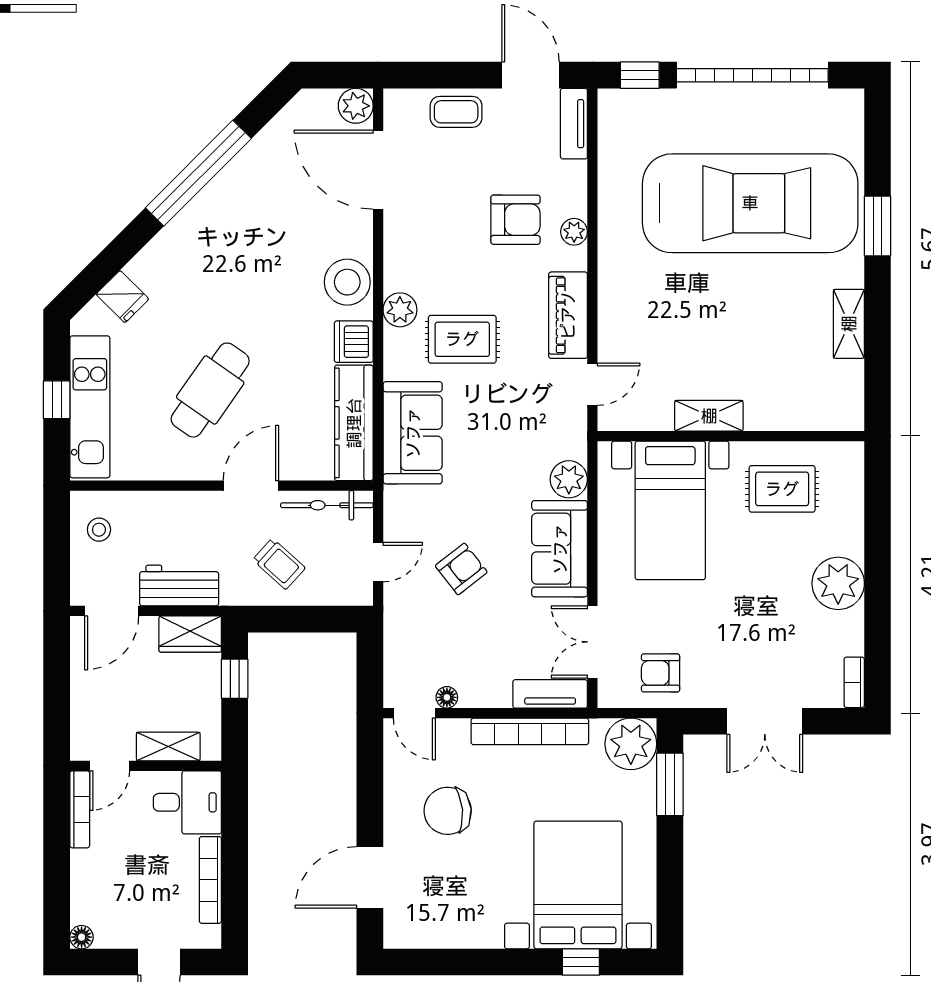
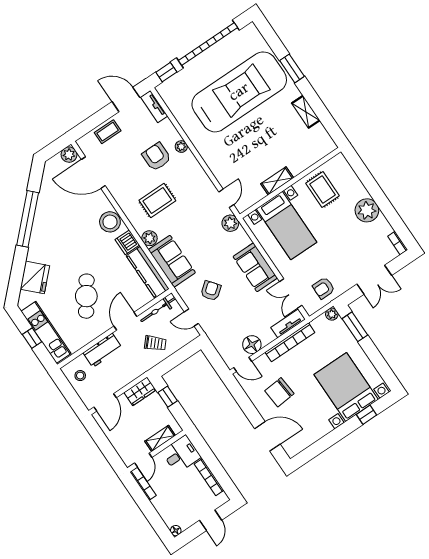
armchair: (515, 220) -> (157, 157), turned -90
fridge: (122, 297) -> (35, 277), width x1.88, depth x1.34
plant: (400, 310) -> (149, 238), moved
piano: (568, 315) -> (200, 179), removed
rug: (462, 339) -> (157, 200), moved
plant: (569, 479) -> (230, 223), moved
rug: (782, 489) -> (323, 189), turned 90
door: (378, 562) -> (191, 318), swing flipped
armchair: (461, 569) -> (211, 291), moved
workbench: (179, 586) -> (103, 350), moved, turned 180
floor lamp: (447, 697) -> (252, 345), width x1.89, depth x1.89
plant: (631, 744) -> (332, 314), width x0.53, depth x0.53
door: (370, 877) -> (267, 436), swing flipped

